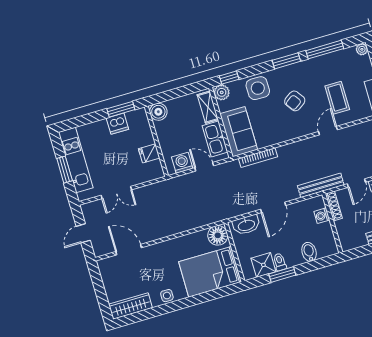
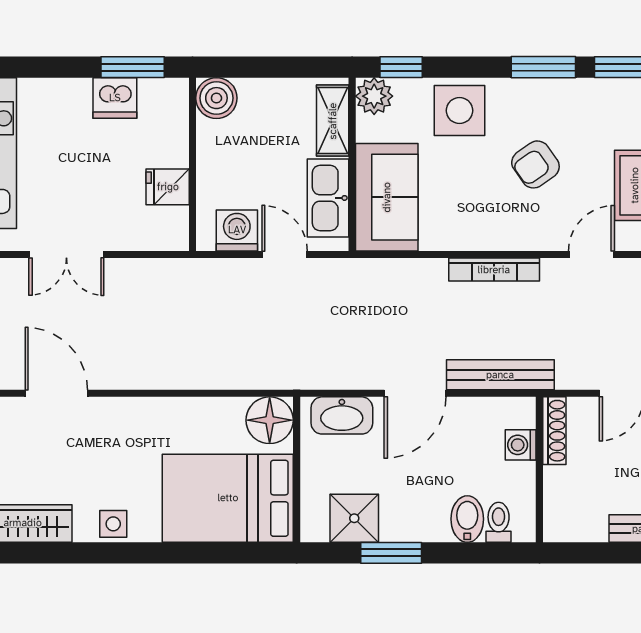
bookcase: (258, 158) -> (494, 270), moved
bench: (321, 185) -> (500, 375), moved
toilet: (280, 262) -> (499, 522), moved

